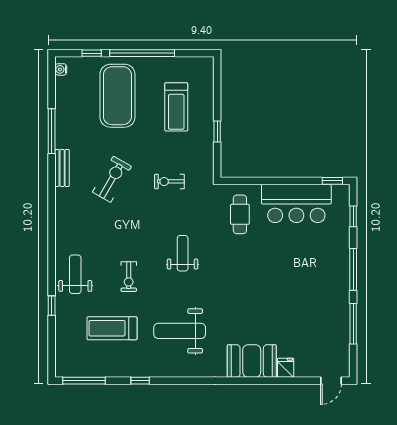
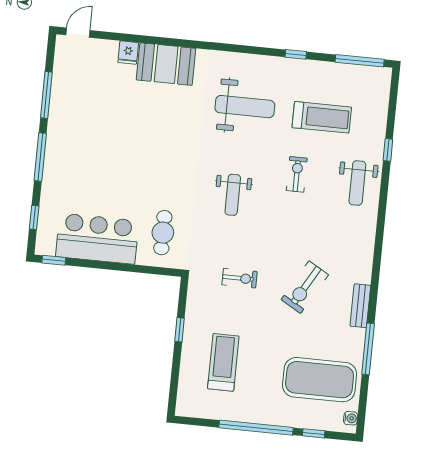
exercise mat: (117, 96) -> (320, 380), moved, turned 90

